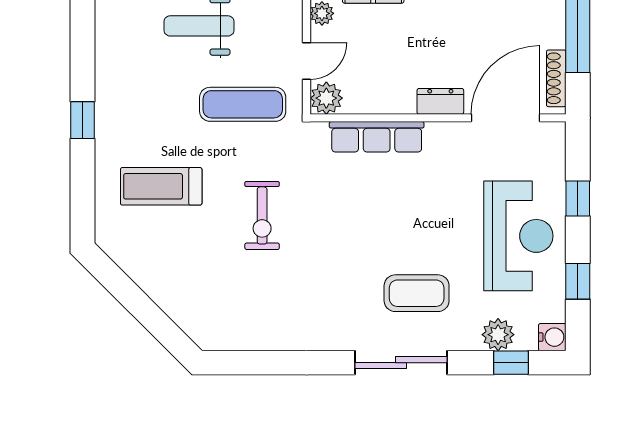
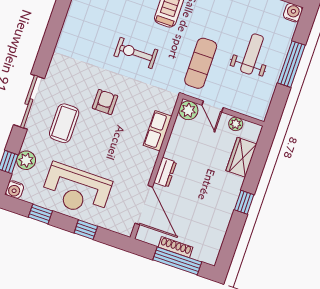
shoe rack: (556, 78) -> (175, 247), moved
row of seats: (377, 137) -> (158, 131), width x0.68
armchair: (359, 239) -> (105, 102), added

